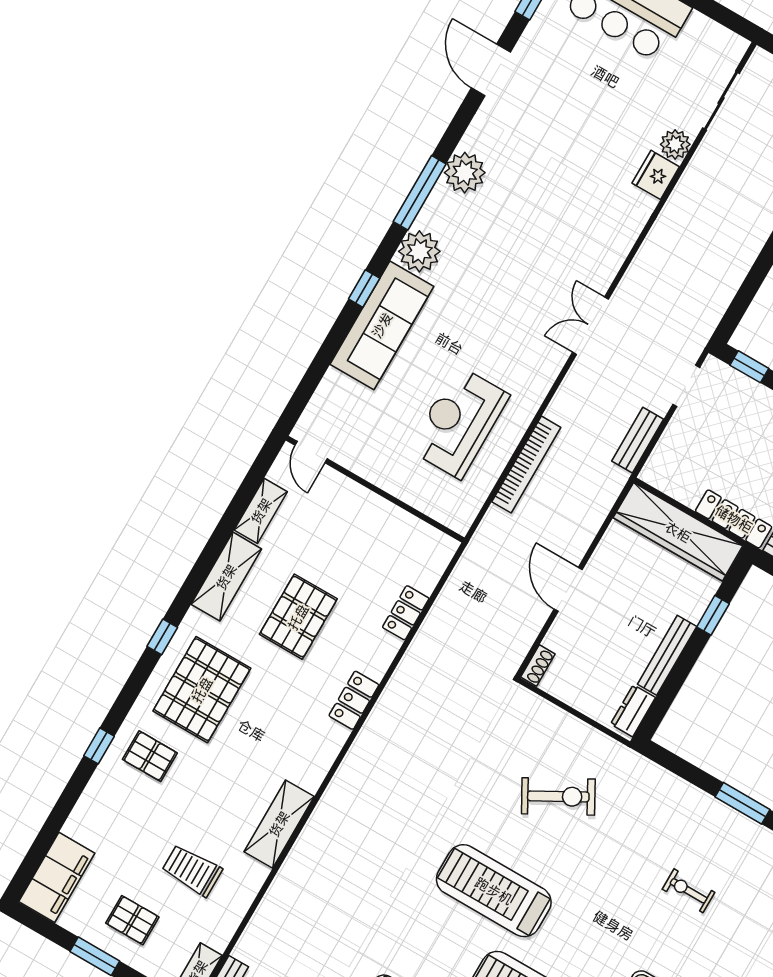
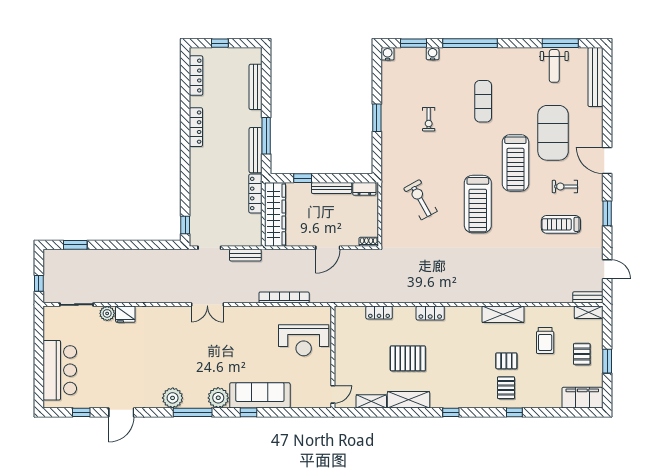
reception desk: (459, 422) -> (304, 340), moved
pallet: (202, 690) -> (506, 361), moved, width x0.49, depth x0.50

